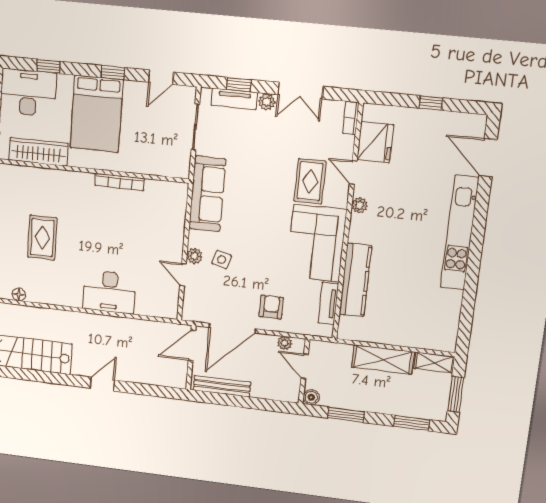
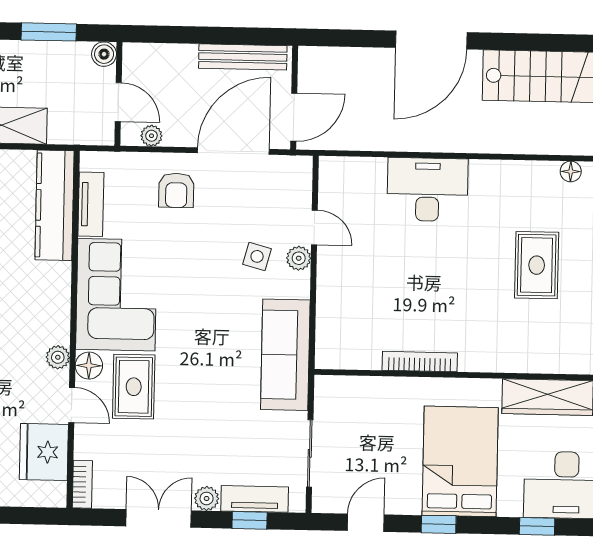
floor lamp: (339, 198) -> (89, 366), added
kitchen counter: (355, 280) -> (55, 205), moved
door: (102, 384) -> (431, 40), width x1.87

